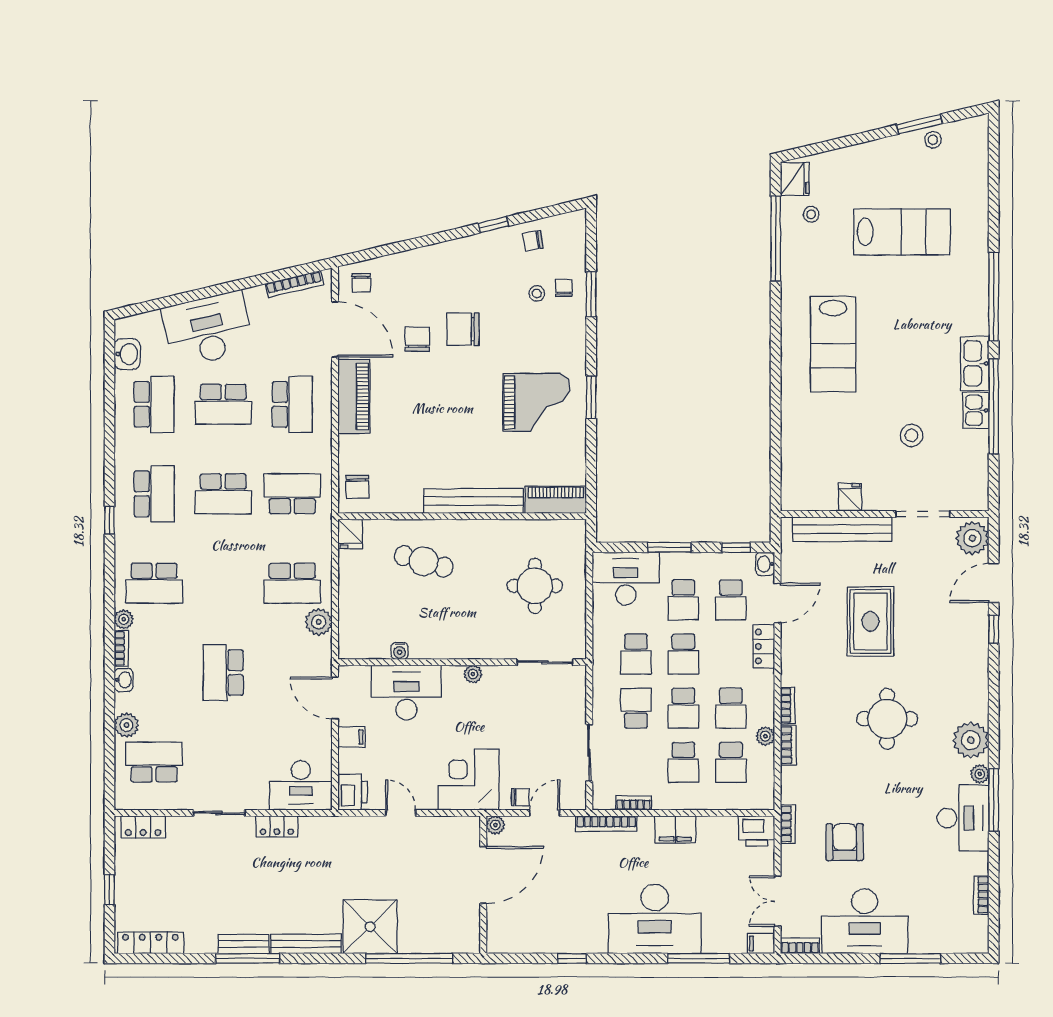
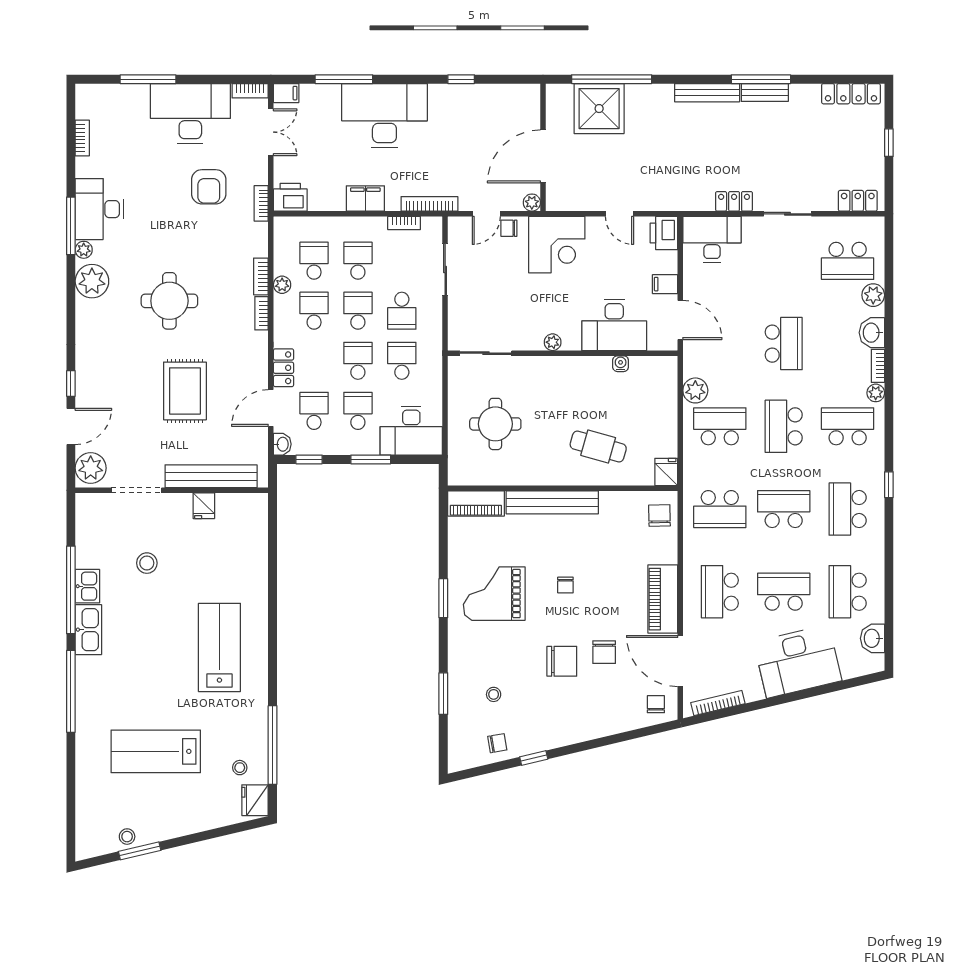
chair: (564, 288) -> (565, 585), moved
school desk: (223, 583) -> (784, 426), added
washbasin: (124, 680) -> (872, 333), width x1.38, depth x1.45
shower: (370, 927) -> (599, 109), moved

